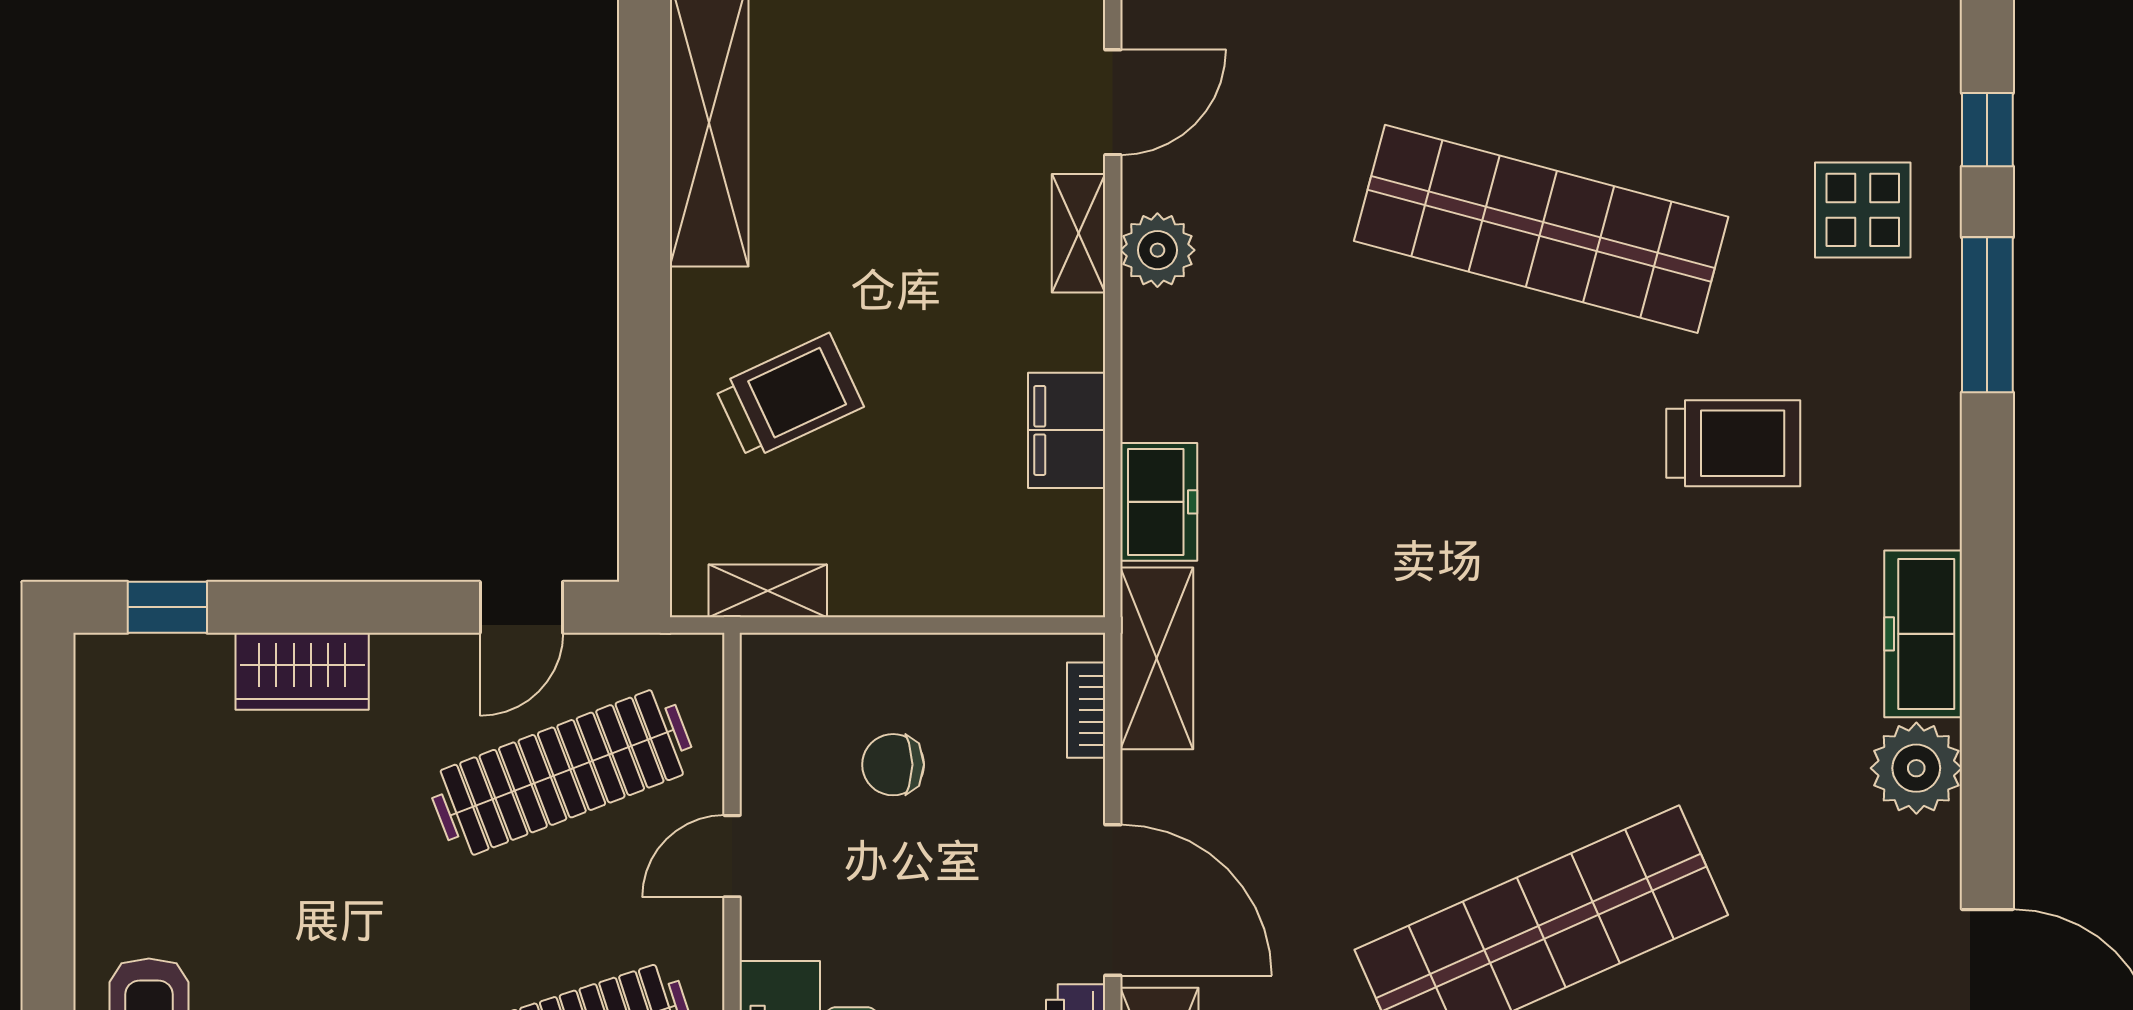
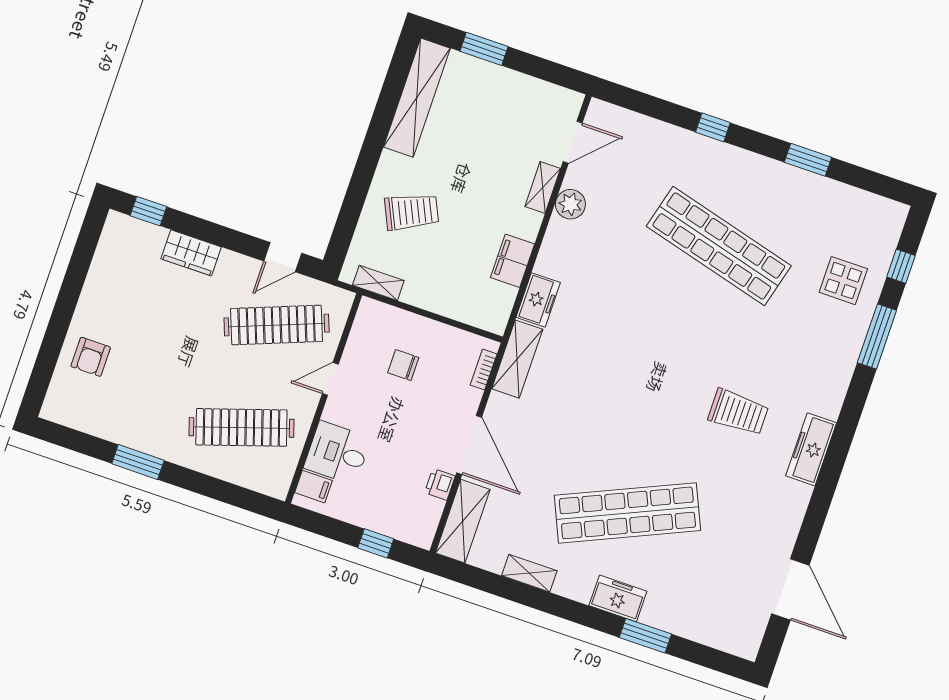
trolley: (1733, 443) -> (738, 412), moved
plant: (1916, 768) -> (791, 499), removed

